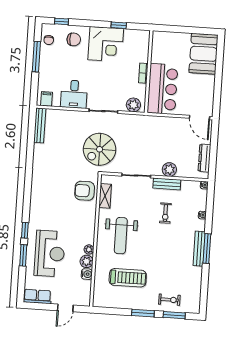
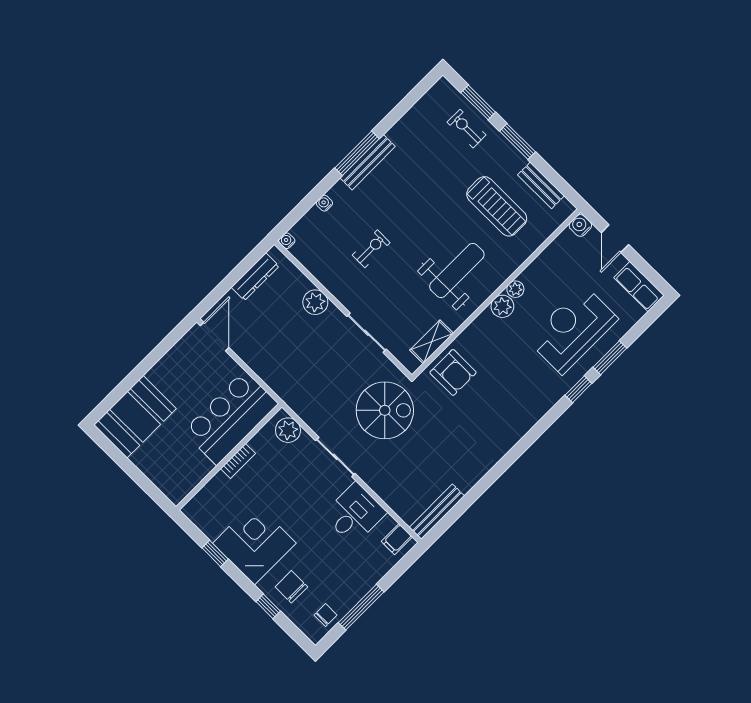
window: (62, 21) -> (268, 606), moved
bench: (167, 184) -> (541, 185), moved
plant: (87, 261) -> (502, 306), moved
water cooler: (87, 274) -> (580, 225), moved
treadmill: (128, 278) -> (497, 206), turned 180
door: (65, 308) -> (615, 239), swing flipped

